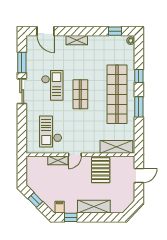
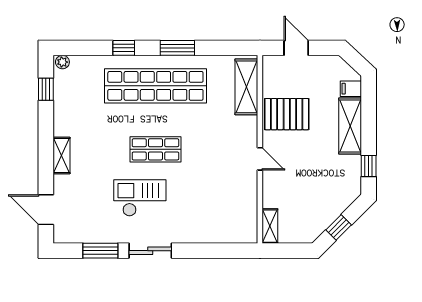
door: (46, 31) -> (46, 210), swing flipped
checkout: (51, 132) -> (220, 201), removed
shelving: (58, 160) -> (270, 226), moved
filing cabinet: (60, 207) -> (351, 89), moved

